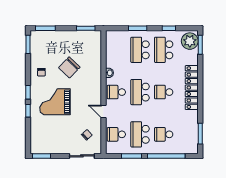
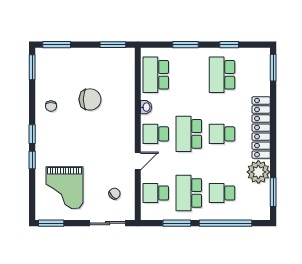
plant: (190, 41) -> (258, 172), moved
school desk: (140, 50) -> (156, 75), moved
chair: (69, 67) -> (90, 99), turned -134
grand piano: (55, 102) -> (64, 188), moved, turned -90
door: (103, 111) -> (138, 161), swing flipped

